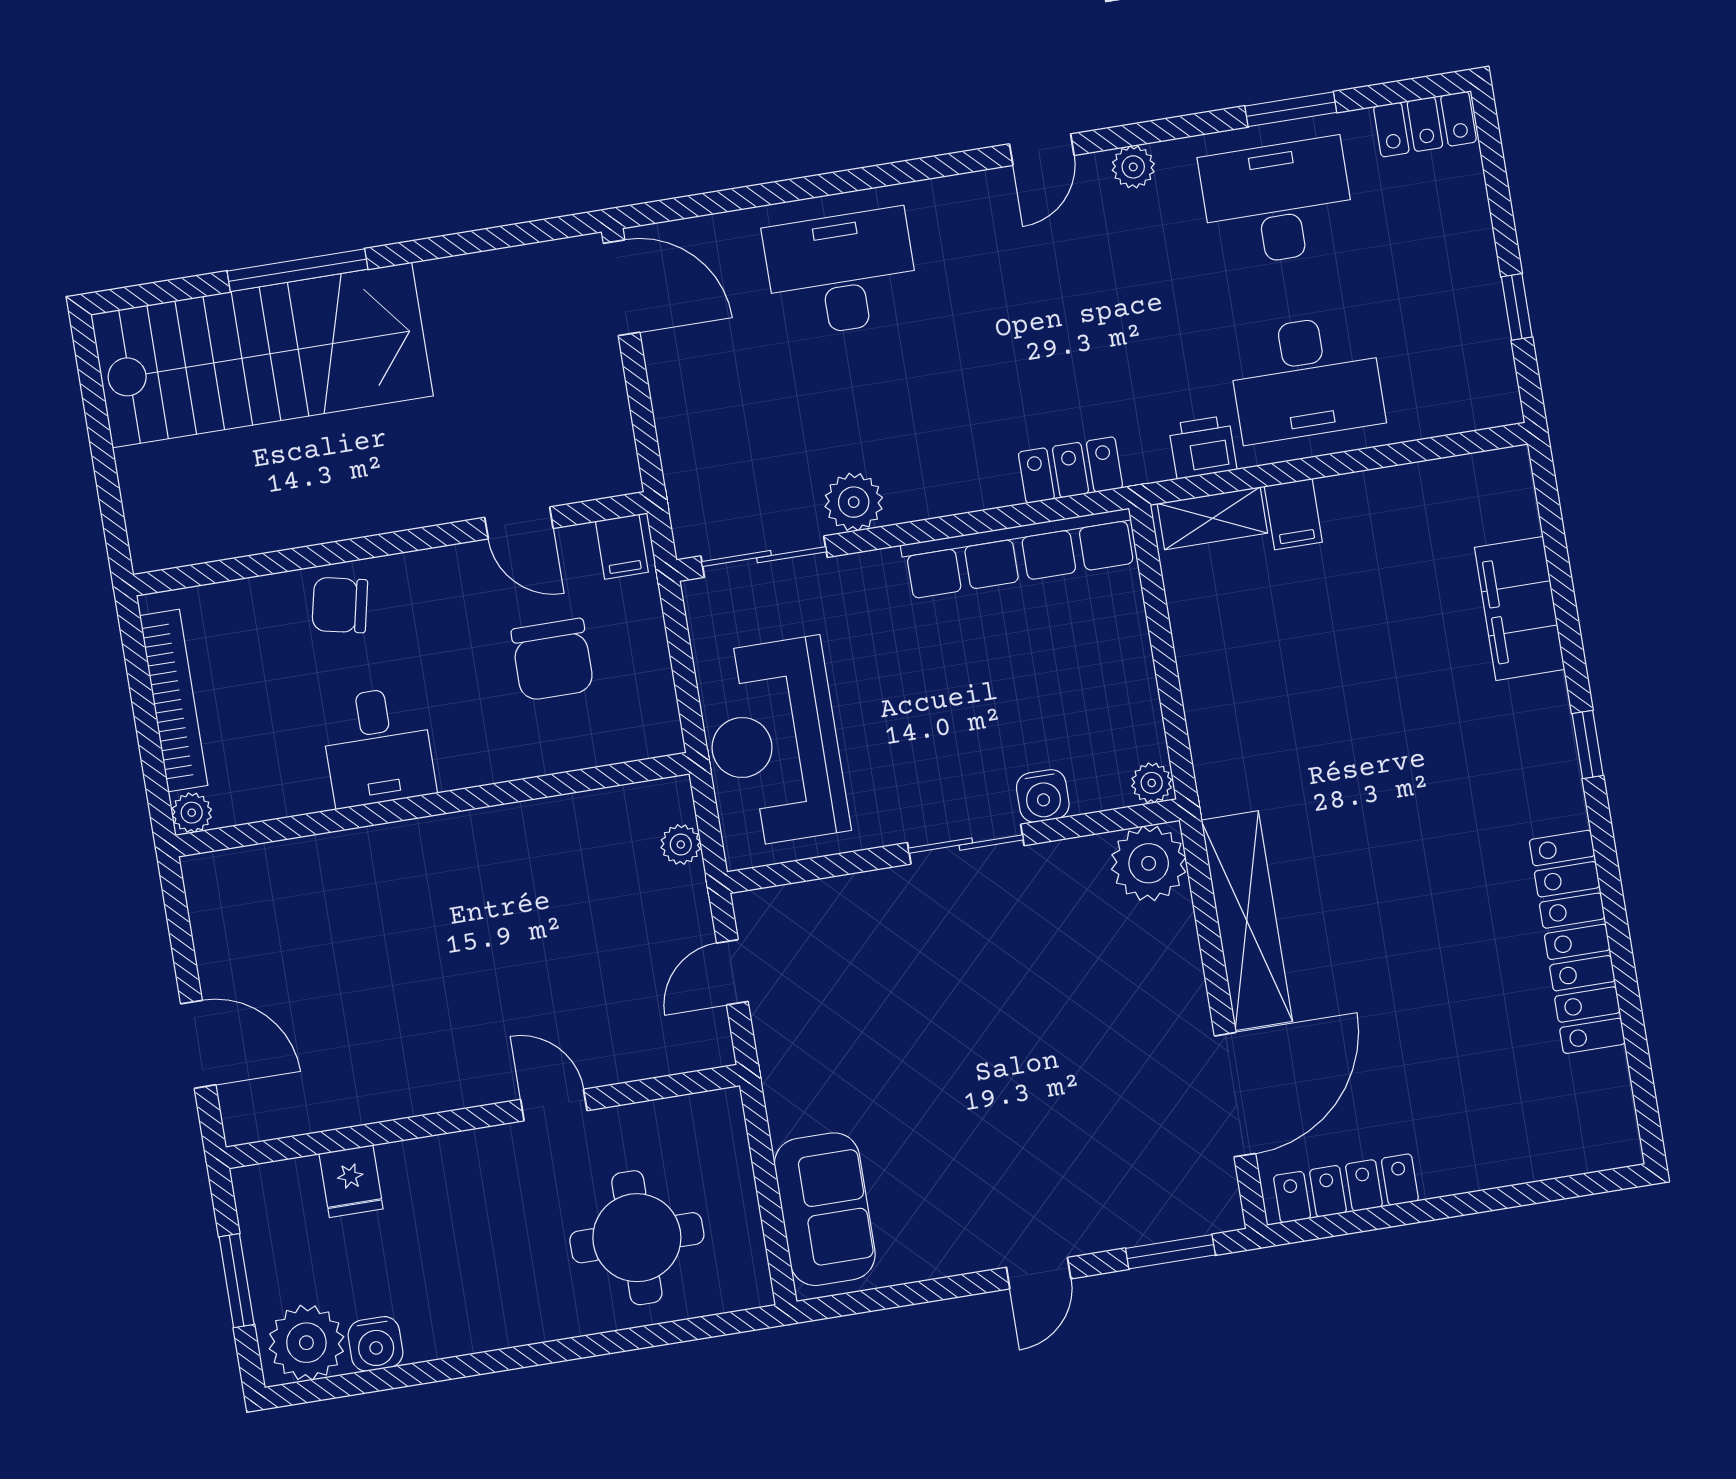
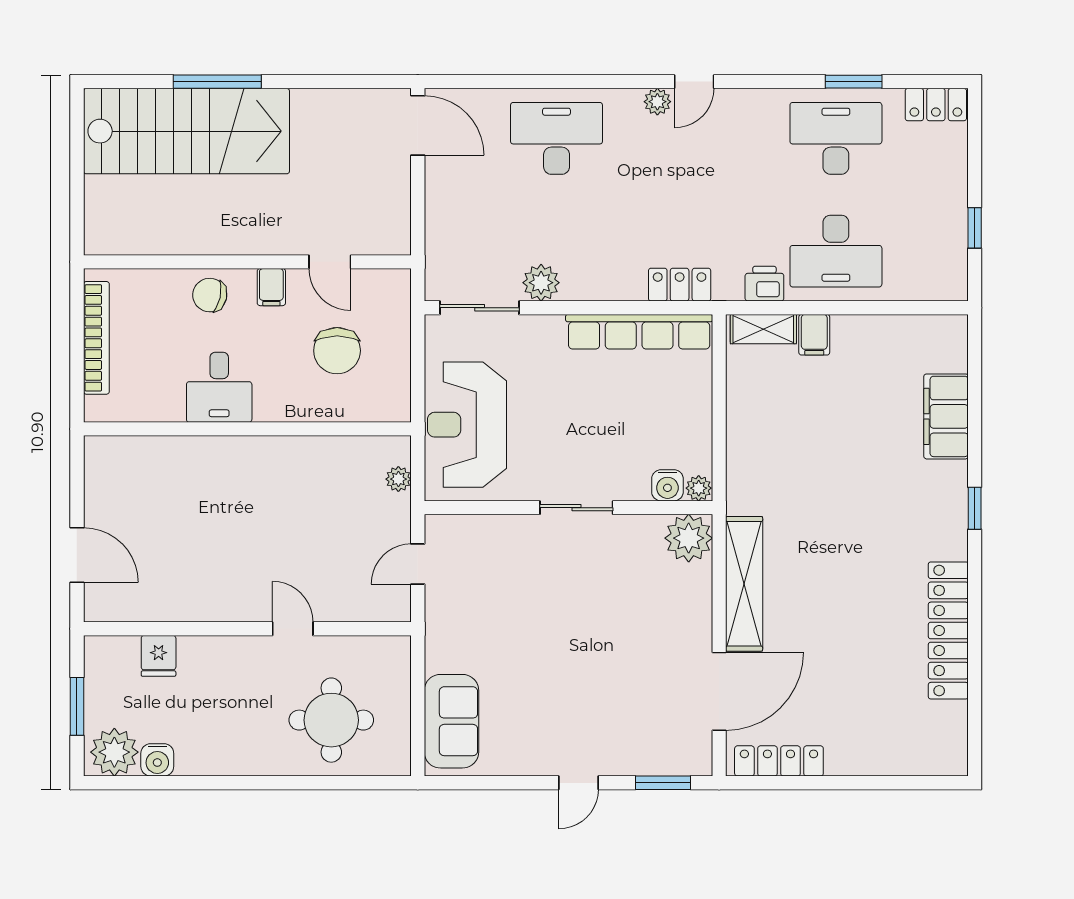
plant: (1133, 167) -> (657, 102), moved
filing cabinet: (622, 547) -> (271, 287), moved
water cooler: (1043, 796) -> (667, 485), moved
plant: (192, 813) -> (96, 410), removed

